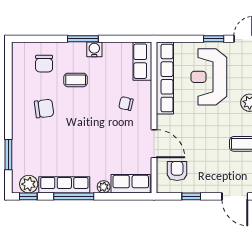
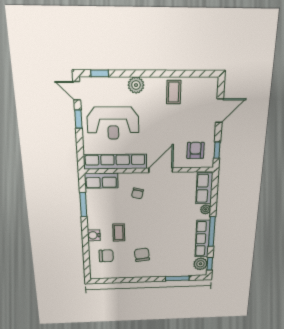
window: (83, 39) -> (83, 205), moved
water cooler: (94, 49) -> (94, 235), moved
door: (154, 144) -> (161, 170), moved
armchair: (177, 171) -> (195, 150), turned 90
window: (191, 196) -> (217, 150), moved
door: (235, 196) -> (220, 111), moved

